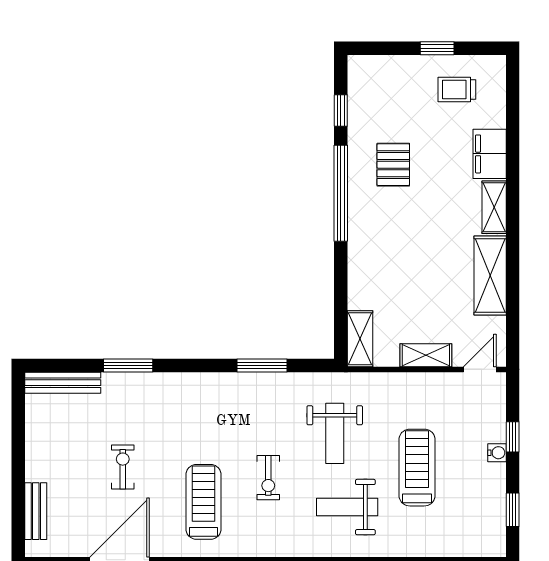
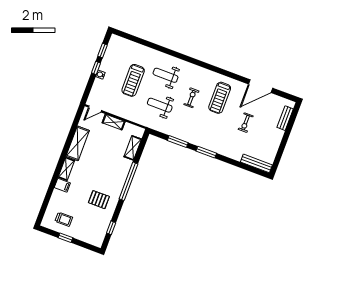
filing cabinet: (490, 154) -> (62, 185), width x0.50
pallet: (393, 165) -> (99, 200), turned 90
window: (341, 193) -> (129, 181), moved
shelving: (360, 339) -> (133, 148), moved
window: (128, 365) -> (206, 152), moved
weight bench: (335, 433) -> (160, 105), turned -90
window: (513, 437) -> (96, 68), moved
weight bench: (347, 507) -> (166, 75), turned 180

